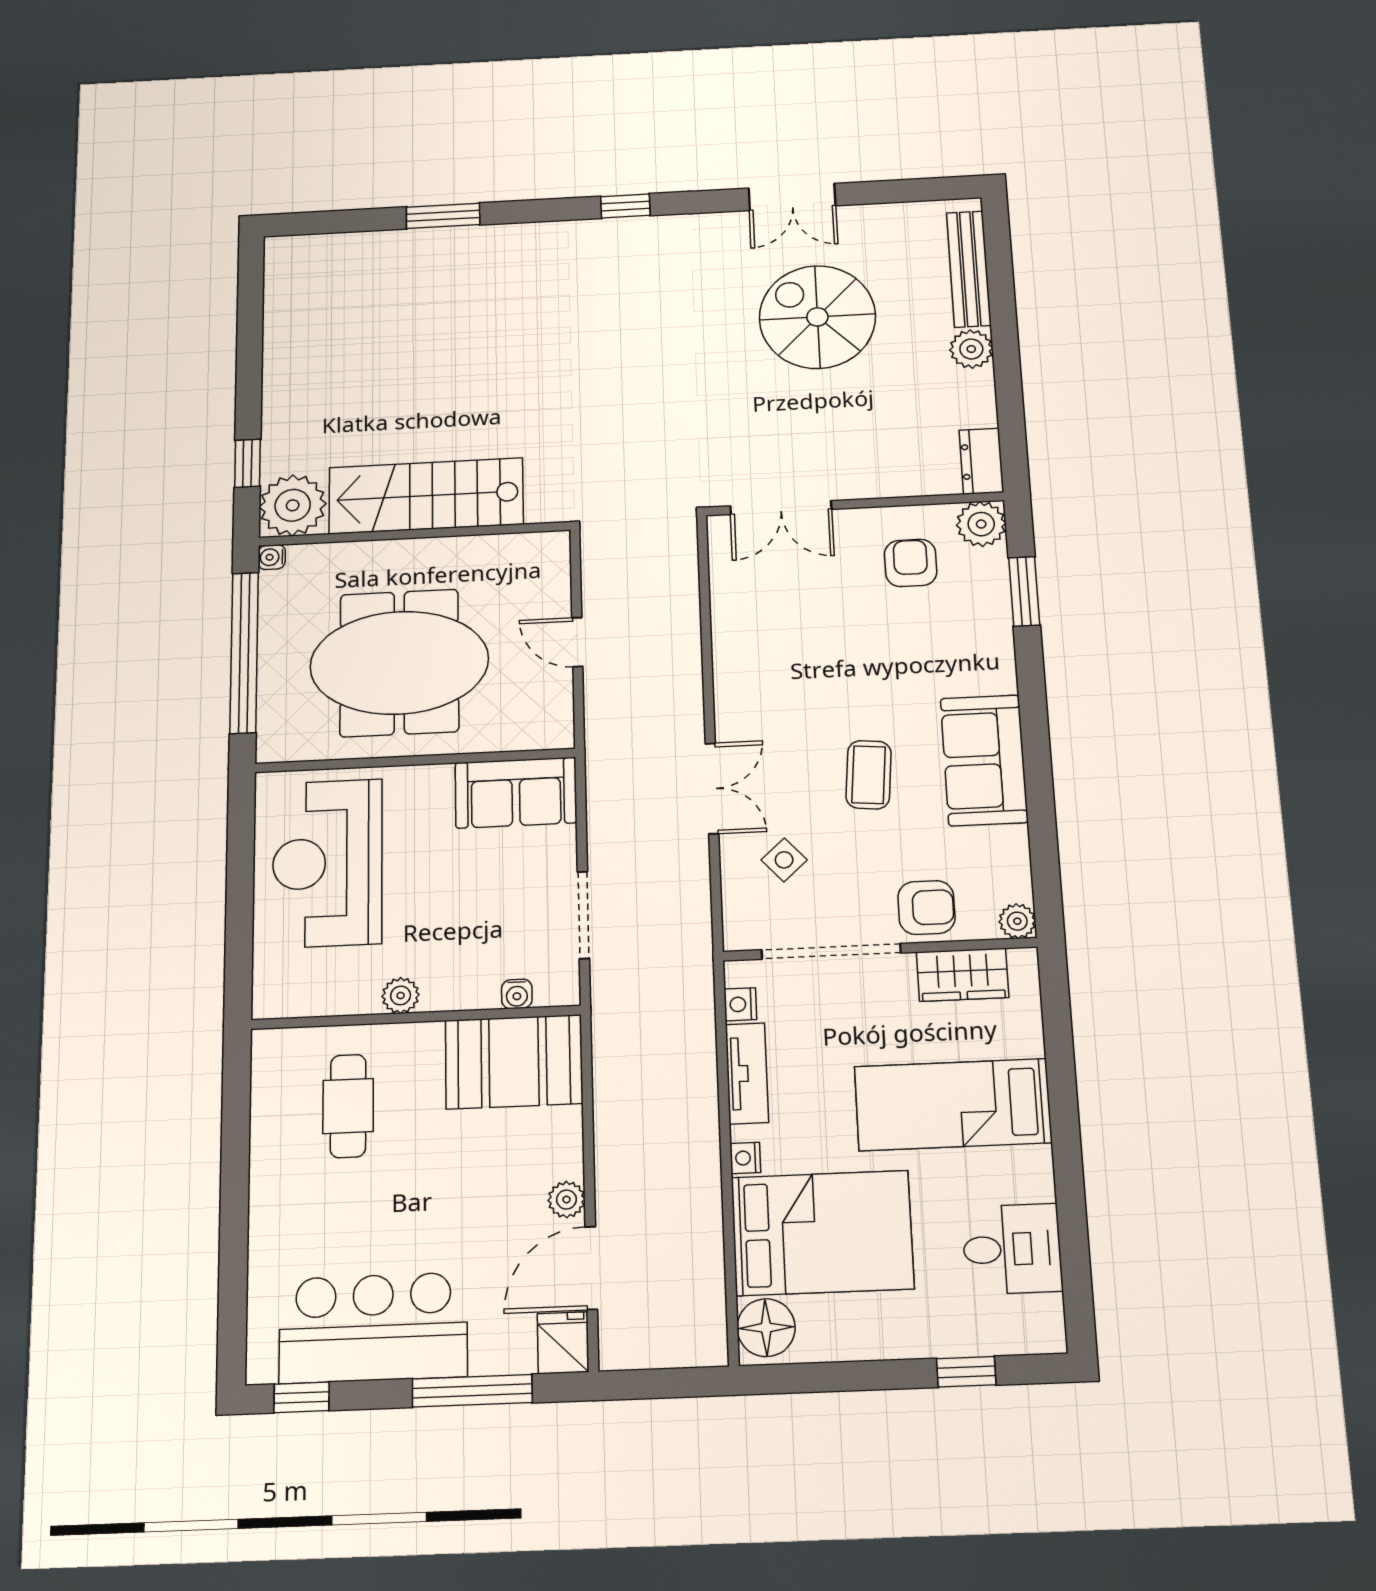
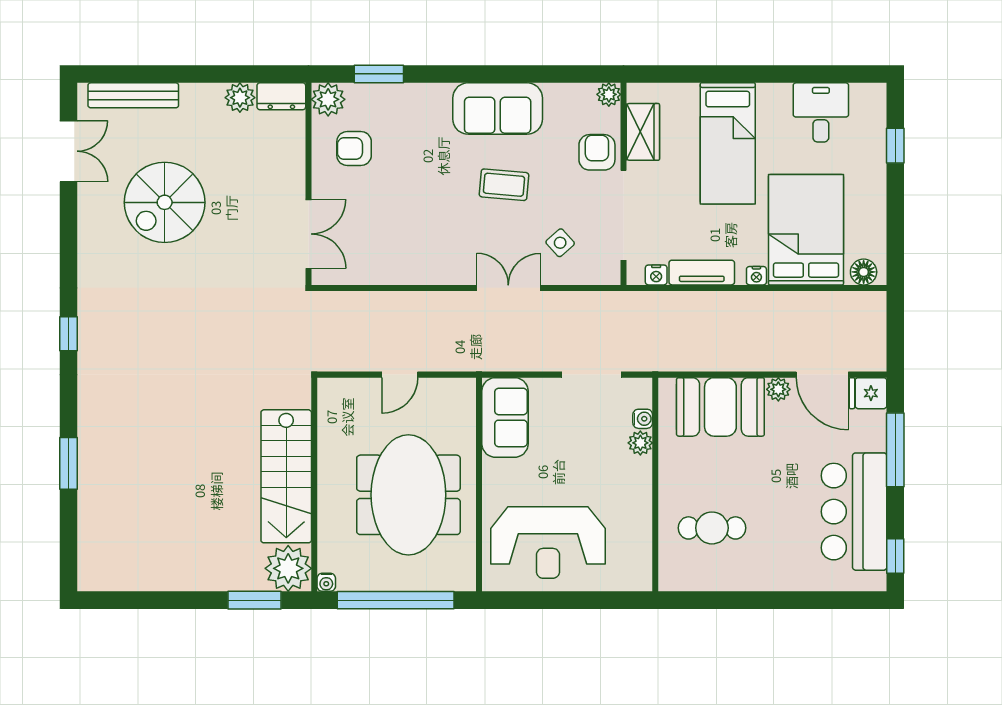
double door: (792, 197) -> (68, 151), moved
plant: (971, 349) -> (240, 98), moved
window: (247, 463) -> (255, 600), width x1.50
plant: (401, 996) -> (640, 443), moved
booth: (514, 1062) -> (720, 407), moved, turned 90
floor lamp: (766, 1328) -> (864, 272), width x0.73, depth x0.73

